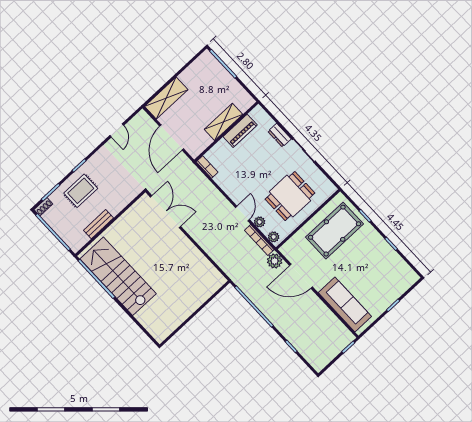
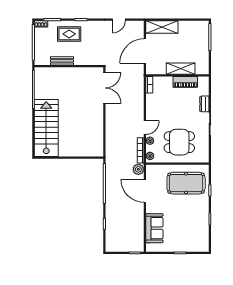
stairs: (118, 276) -> (46, 128), moved
sofa: (345, 304) -> (154, 228), width x0.73

